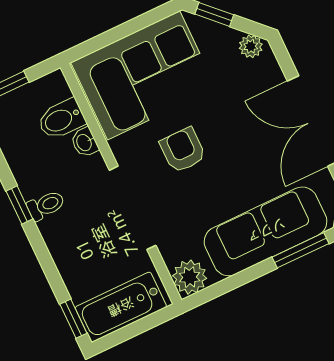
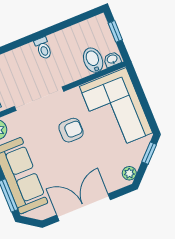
washbasin: (85, 142) -> (112, 59), moved
window: (19, 205) -> (44, 33), removed

